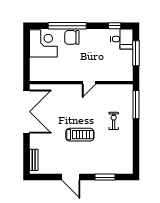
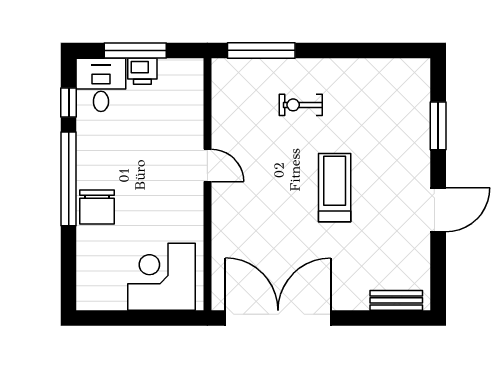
window: (67, 26) -> (69, 179), moved
corner desk: (43, 43) -> (162, 277), moved
printer: (127, 56) -> (142, 71), added

